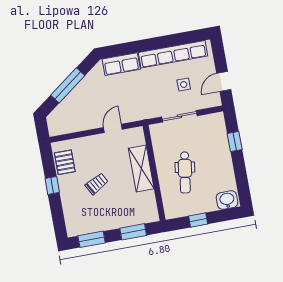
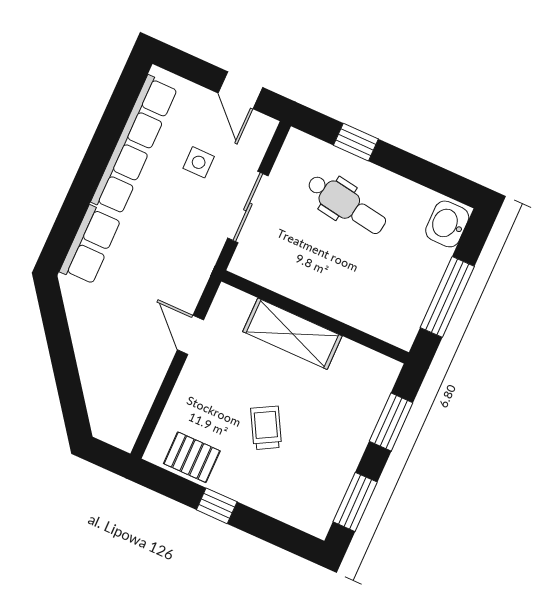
window: (68, 85) -> (64, 362), removed
dental chair: (185, 172) -> (346, 204), moved
window: (198, 220) -> (447, 297), width x2.17

